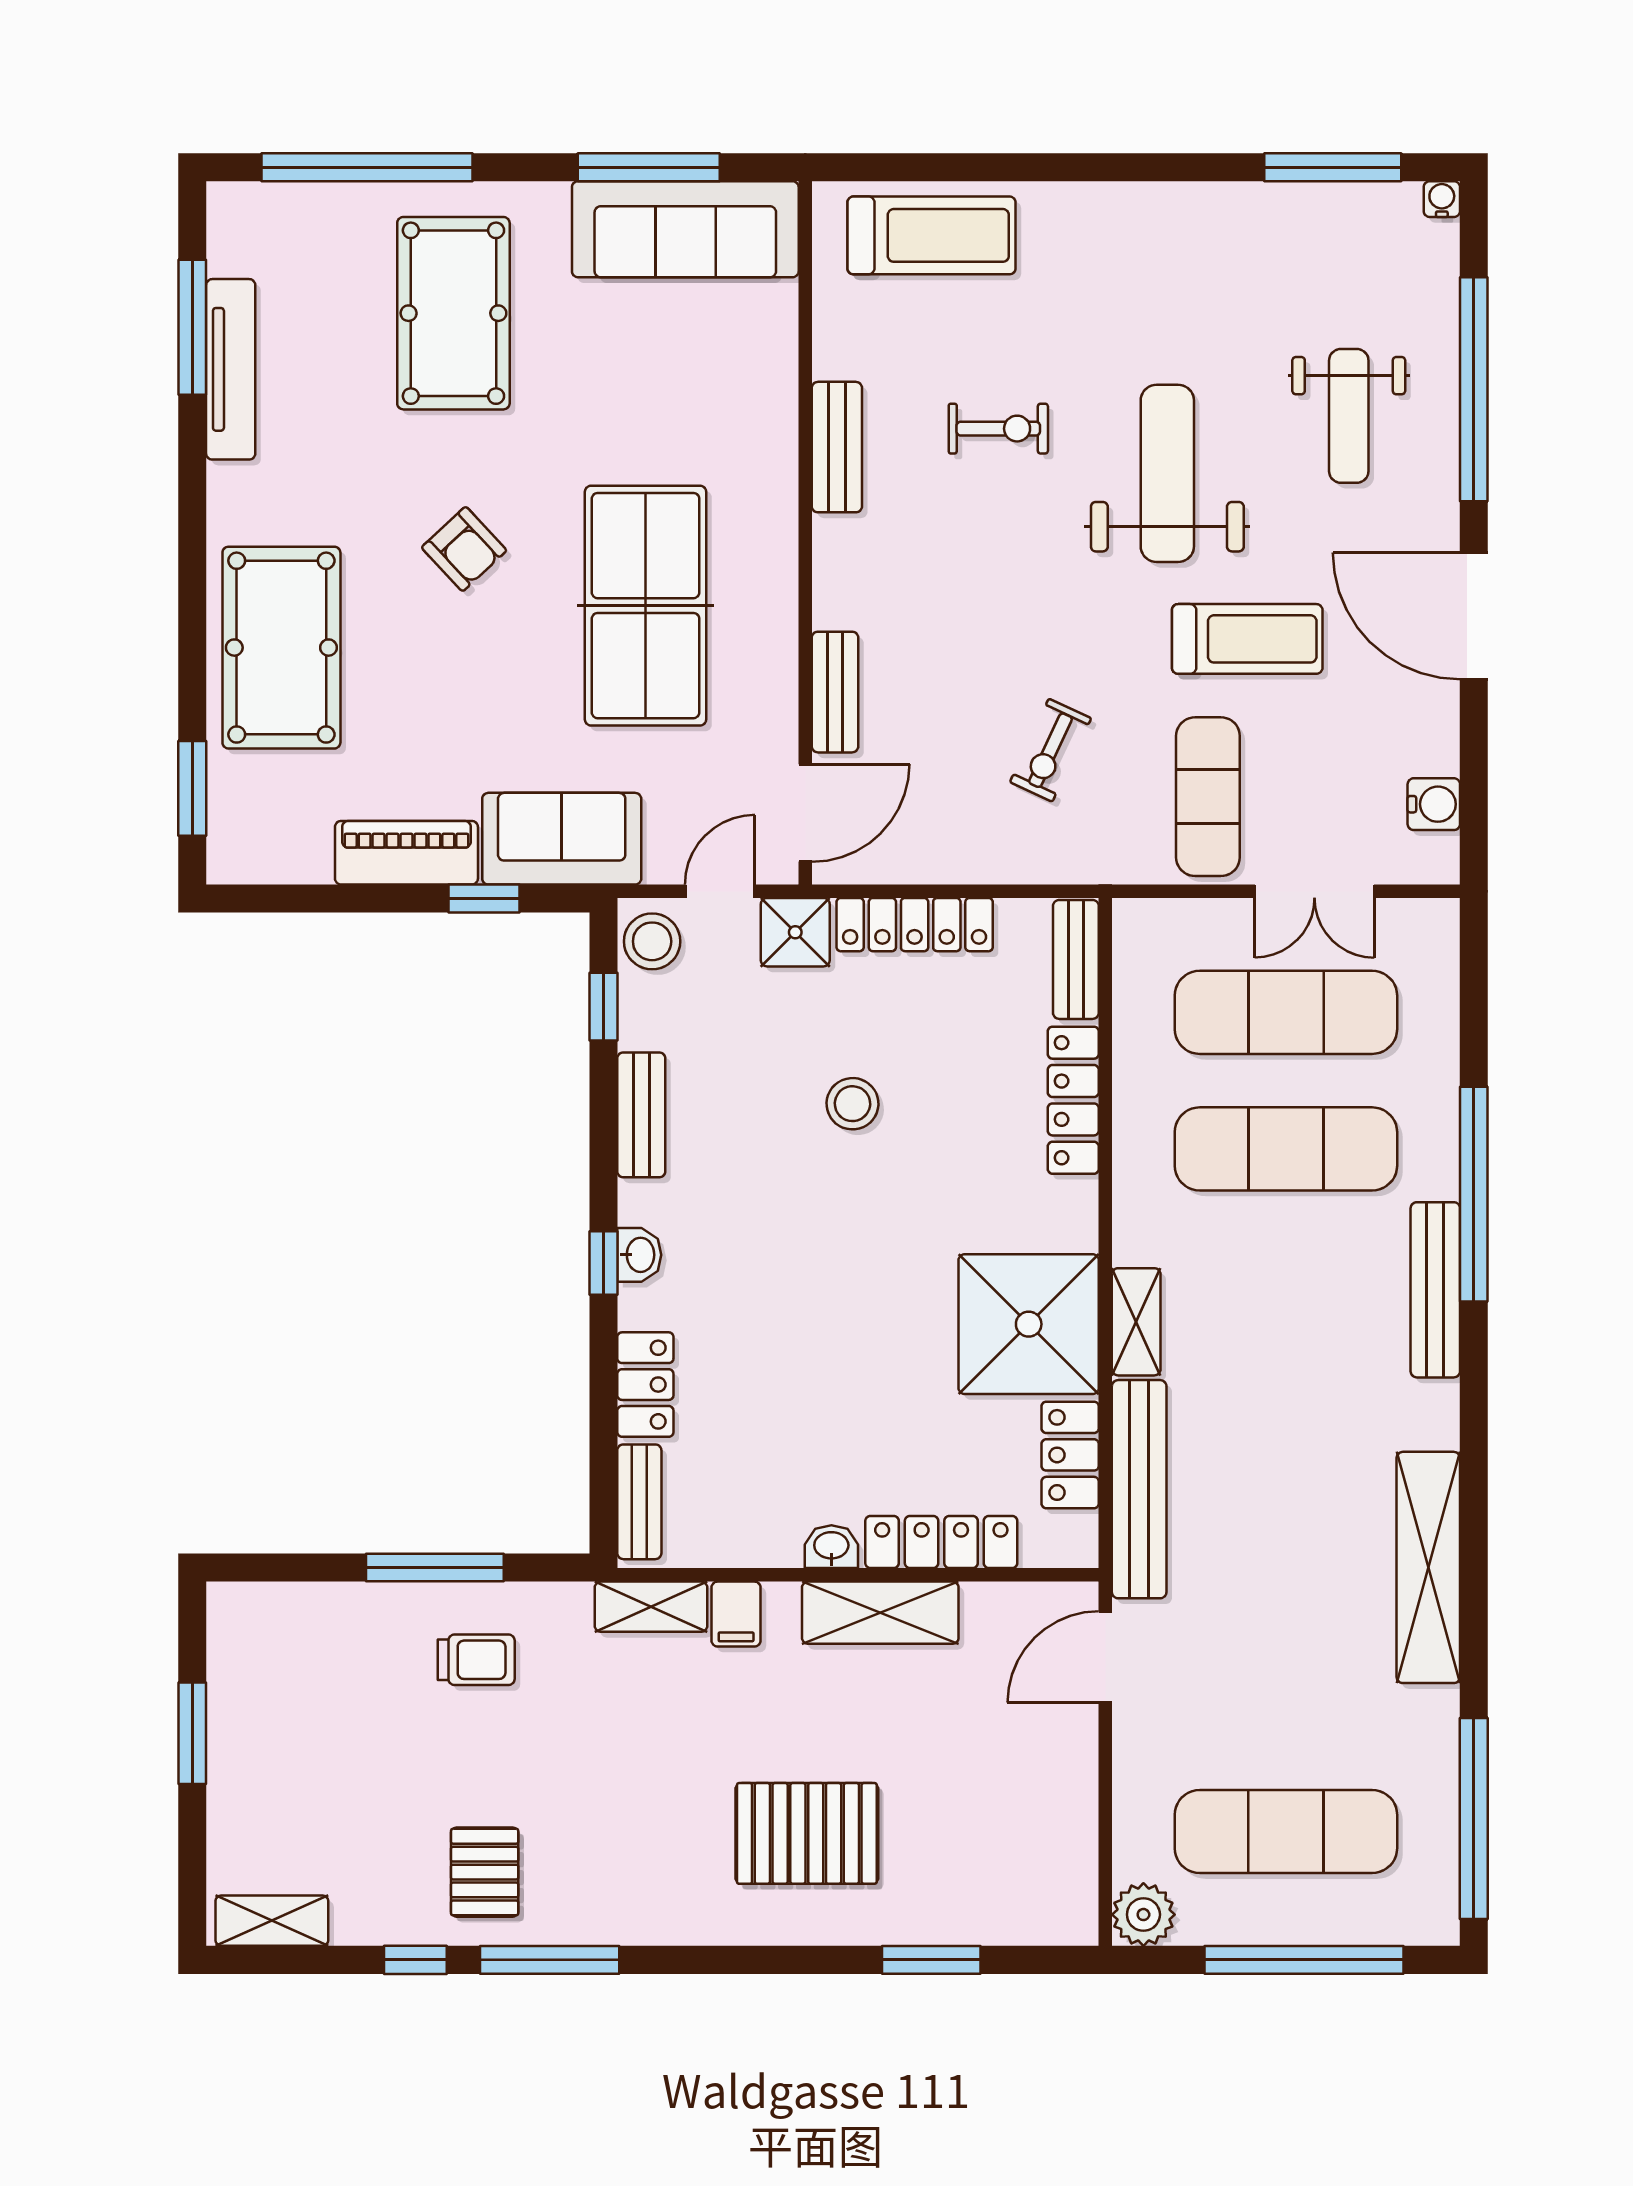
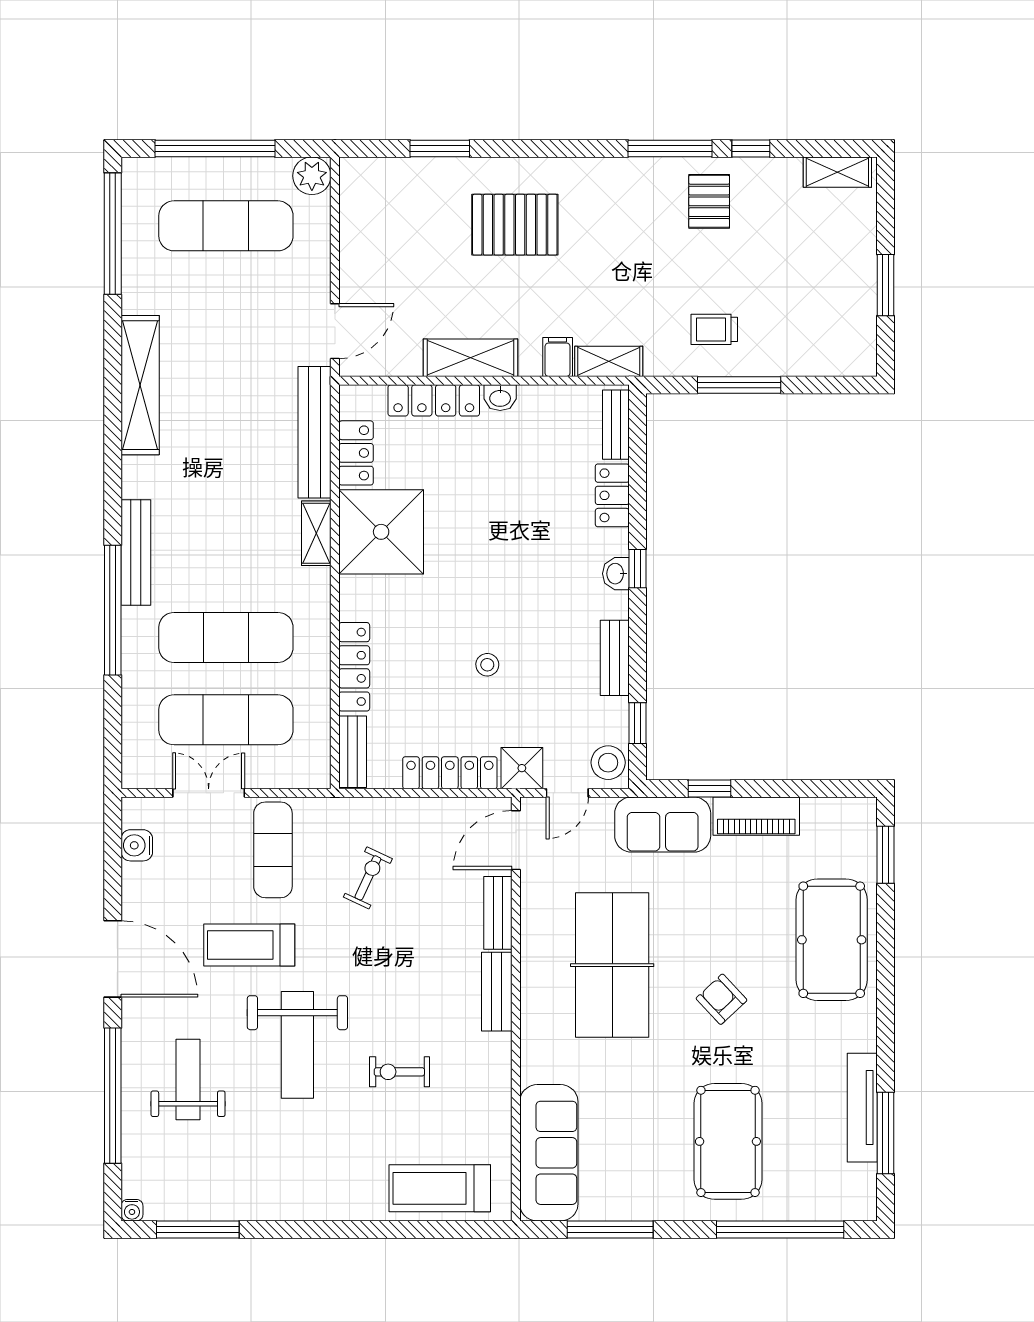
sofa: (685, 229) -> (549, 1153), moved, turned 90
bench: (837, 447) -> (497, 992), moved
stool: (852, 1104) -> (487, 665), width x0.73, depth x0.73

